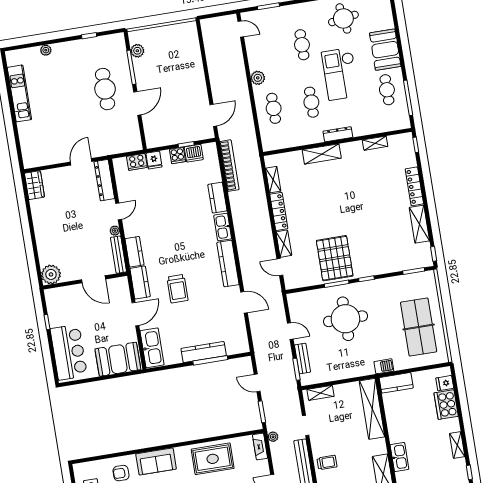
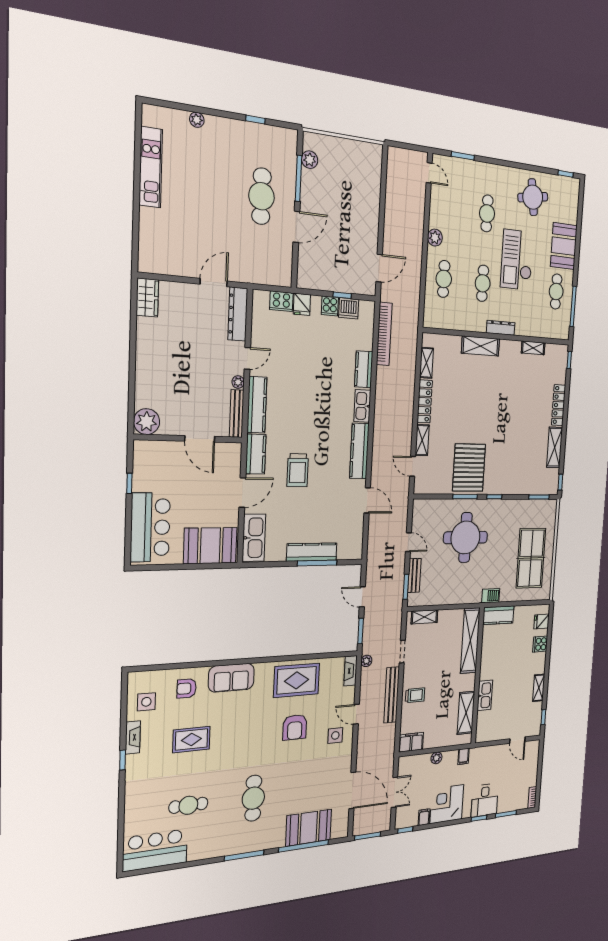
kitchen counter: (134, 252) -> (257, 405), width x1.50
cooker: (446, 405) -> (540, 644), width x0.53, depth x0.76

